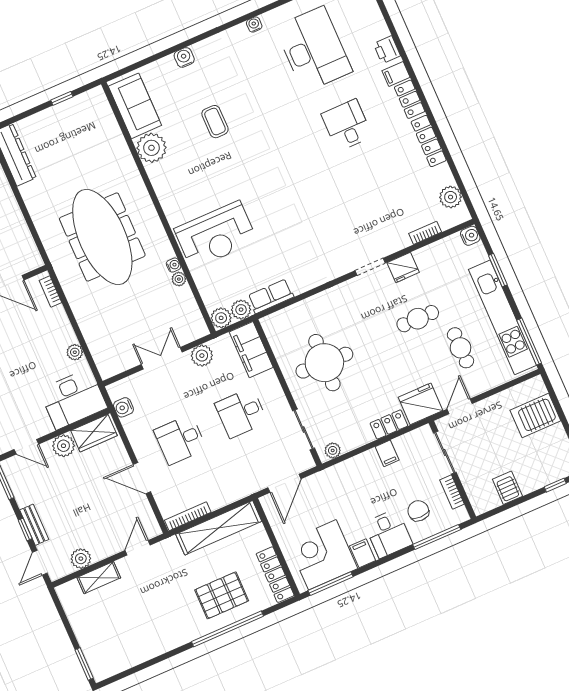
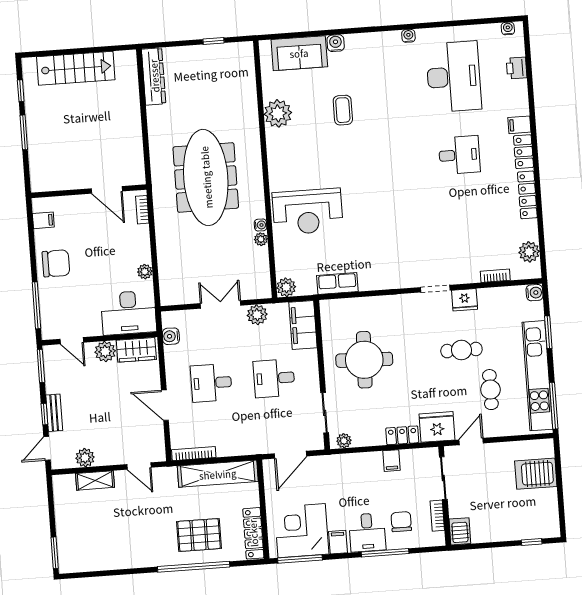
printer: (387, 50) -> (517, 68), moved
sofa: (135, 106) -> (299, 53), moved, turned 90
desk: (347, 125) -> (459, 155), turned 90
plant: (241, 310) -> (307, 286), removed
server rack: (507, 488) -> (460, 531), moved
window: (437, 537) -> (385, 553), moved
door: (138, 548) -> (139, 466), swing flipped

